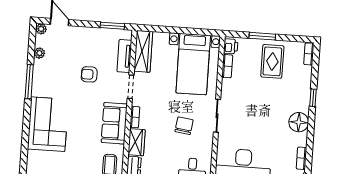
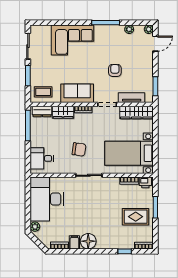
window: (313, 98) -> (125, 251), moved
filing cabinet: (299, 139) -> (74, 242), added

